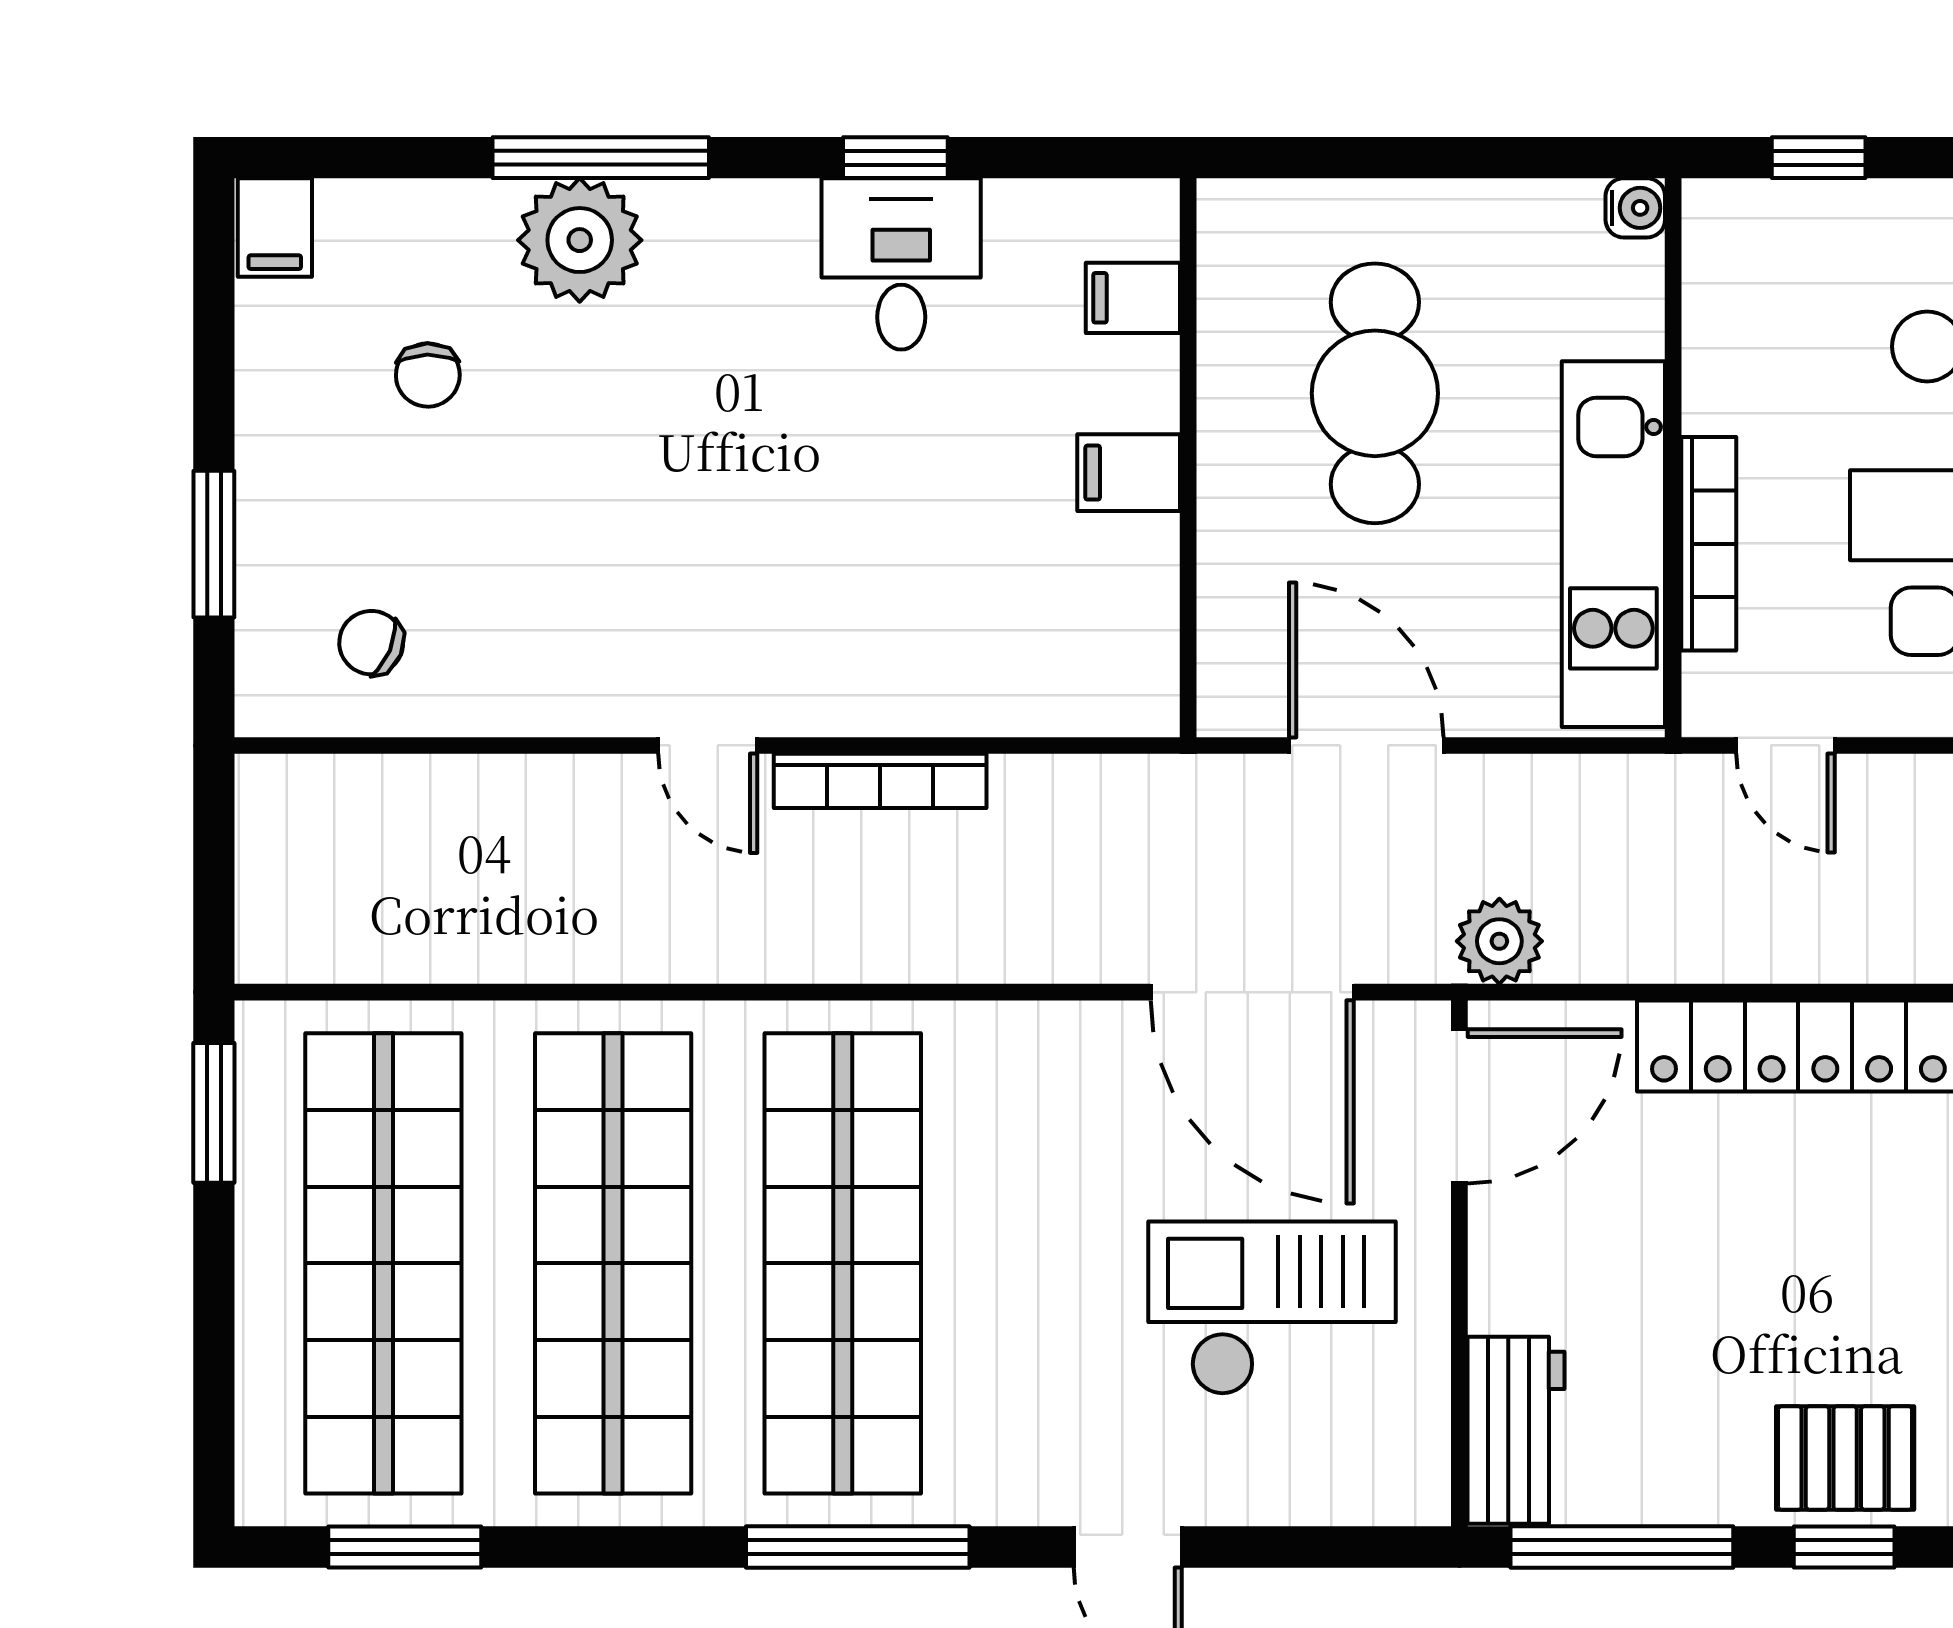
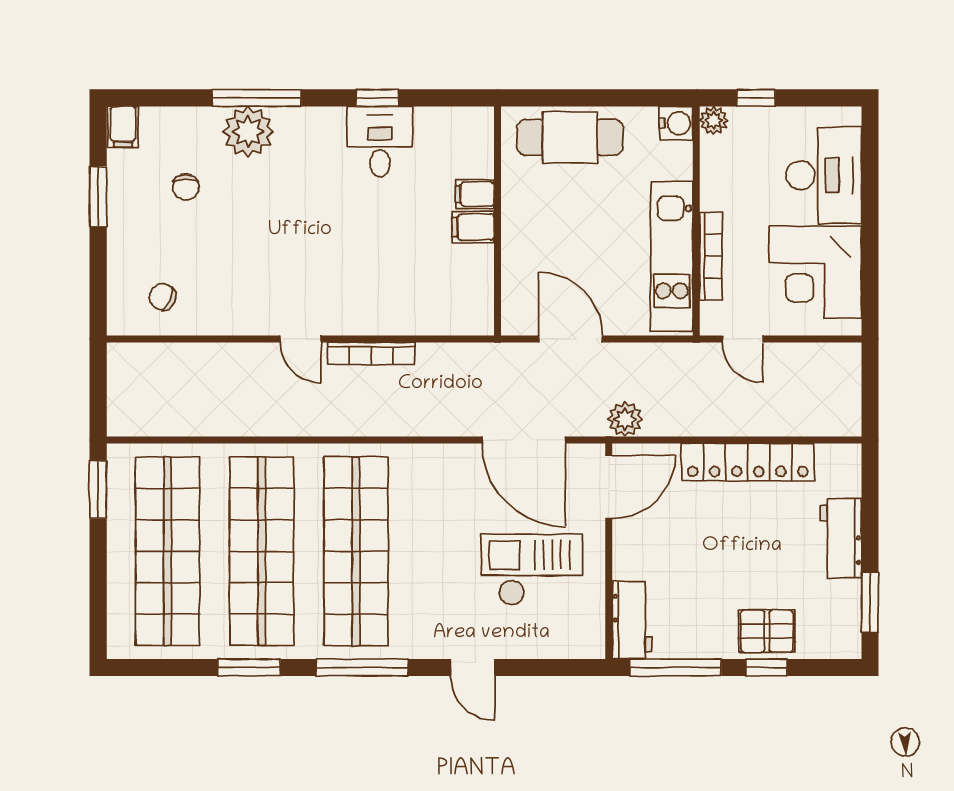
water cooler: (1635, 208) -> (676, 123), width x1.38, depth x1.38
plant: (1716, 212) -> (714, 120), added
filing cabinet: (1133, 298) -> (475, 194), moved
cafe table: (1375, 393) -> (570, 137), moved, turned 90
window: (214, 544) -> (98, 196), moved
window: (405, 1547) -> (249, 668), moved

